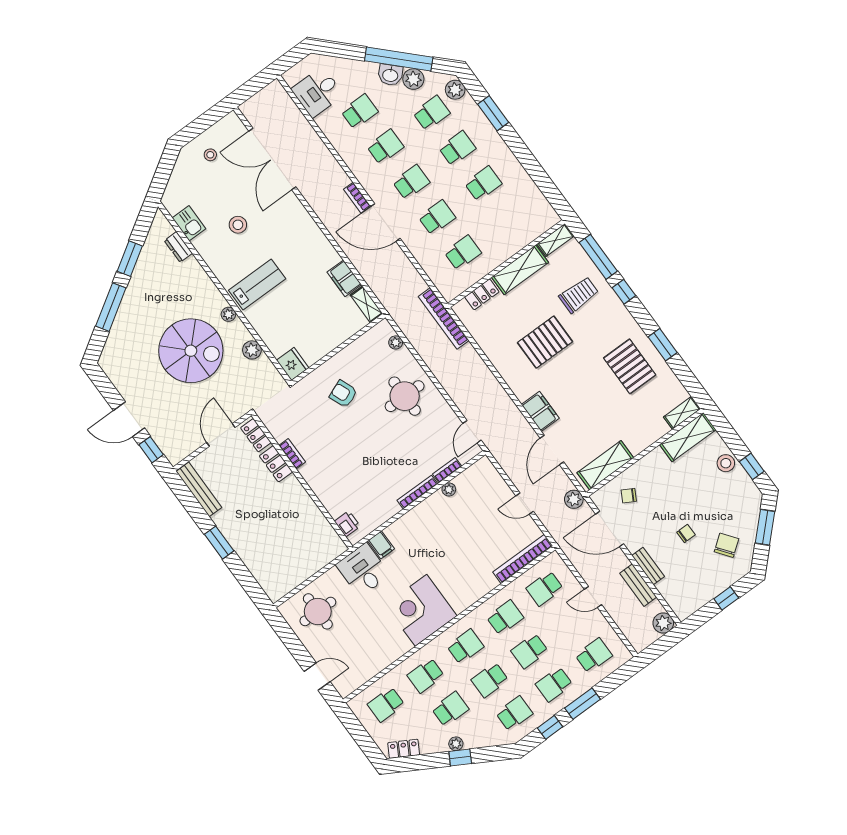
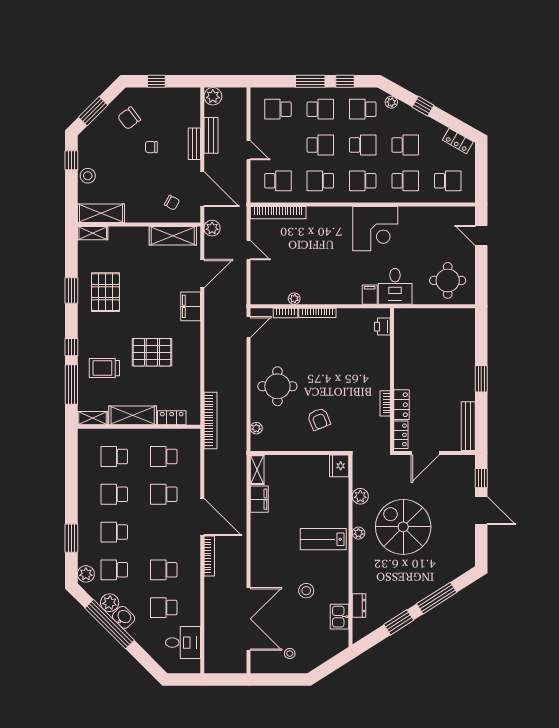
school desk: (411, 182) -> (114, 457), moved
bookcase: (357, 198) -> (209, 556), width x1.56
school desk: (450, 709) -> (405, 145), turned 180
plant: (456, 744) -> (391, 102), moved

